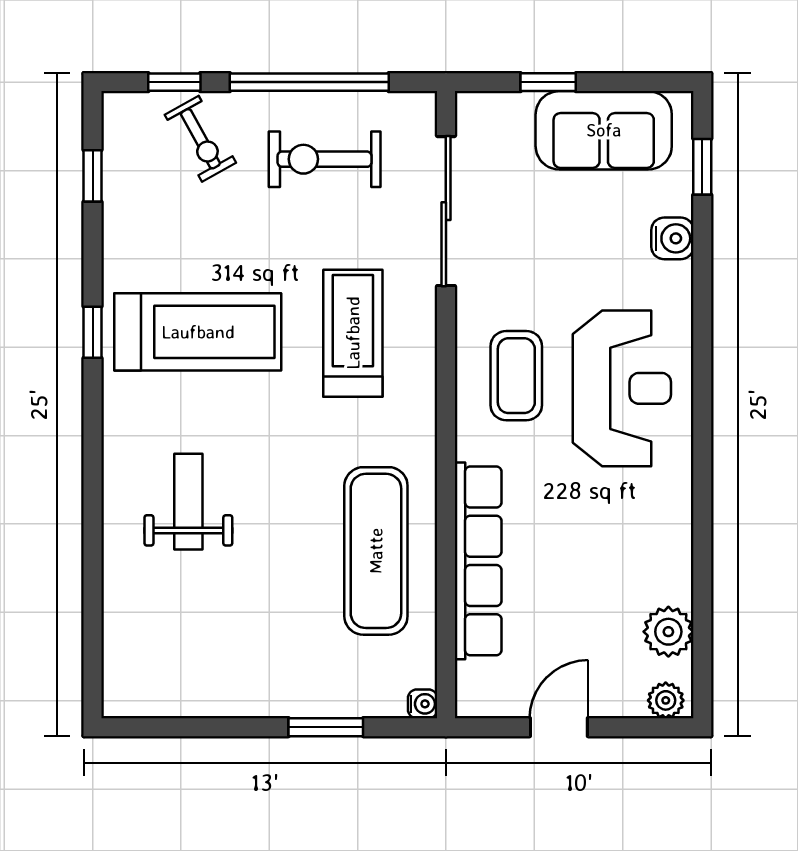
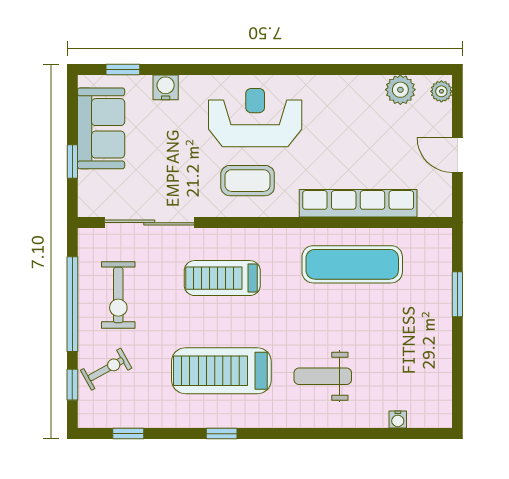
treadmill: (198, 332) -> (221, 371), turned -90
water cooler: (423, 704) -> (398, 420), moved, turned 180

